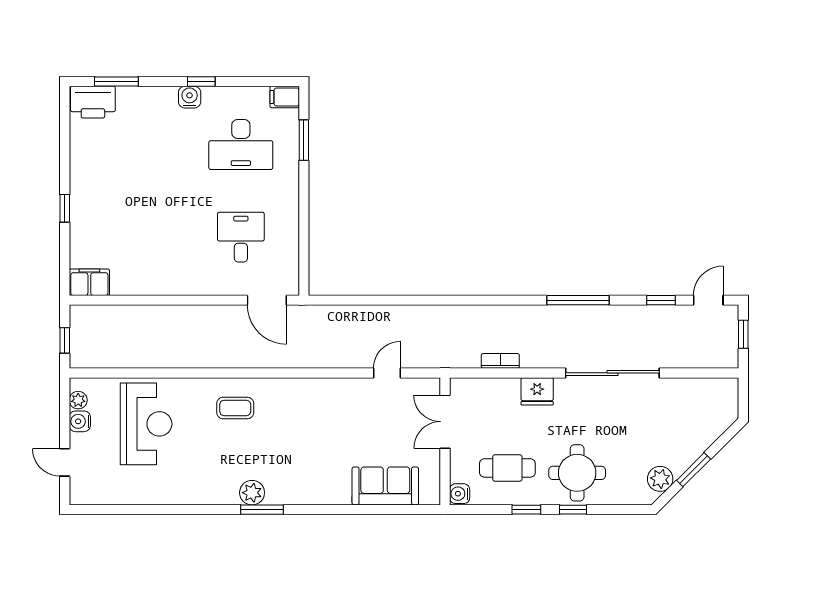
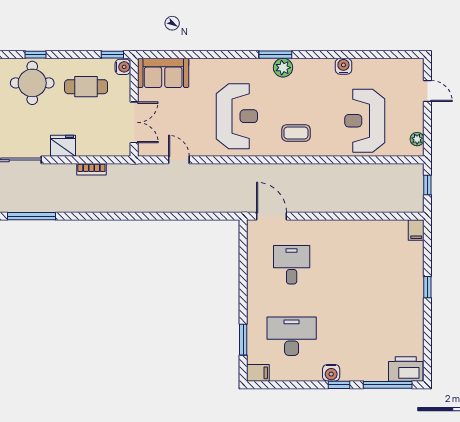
window: (116, 82) -> (388, 385), width x1.44
window: (201, 82) -> (339, 385), moved
desk: (241, 237) -> (292, 265), turned 180
filing cabinet: (89, 282) -> (416, 230), width x0.50
door: (387, 373) -> (179, 160), swing flipped
water cooler: (80, 421) -> (343, 66), moved, turned -90
reception desk: (312, 430) -> (237, 116), added
sofa: (385, 486) -> (163, 73), moved
window: (526, 510) -> (112, 55), moved

